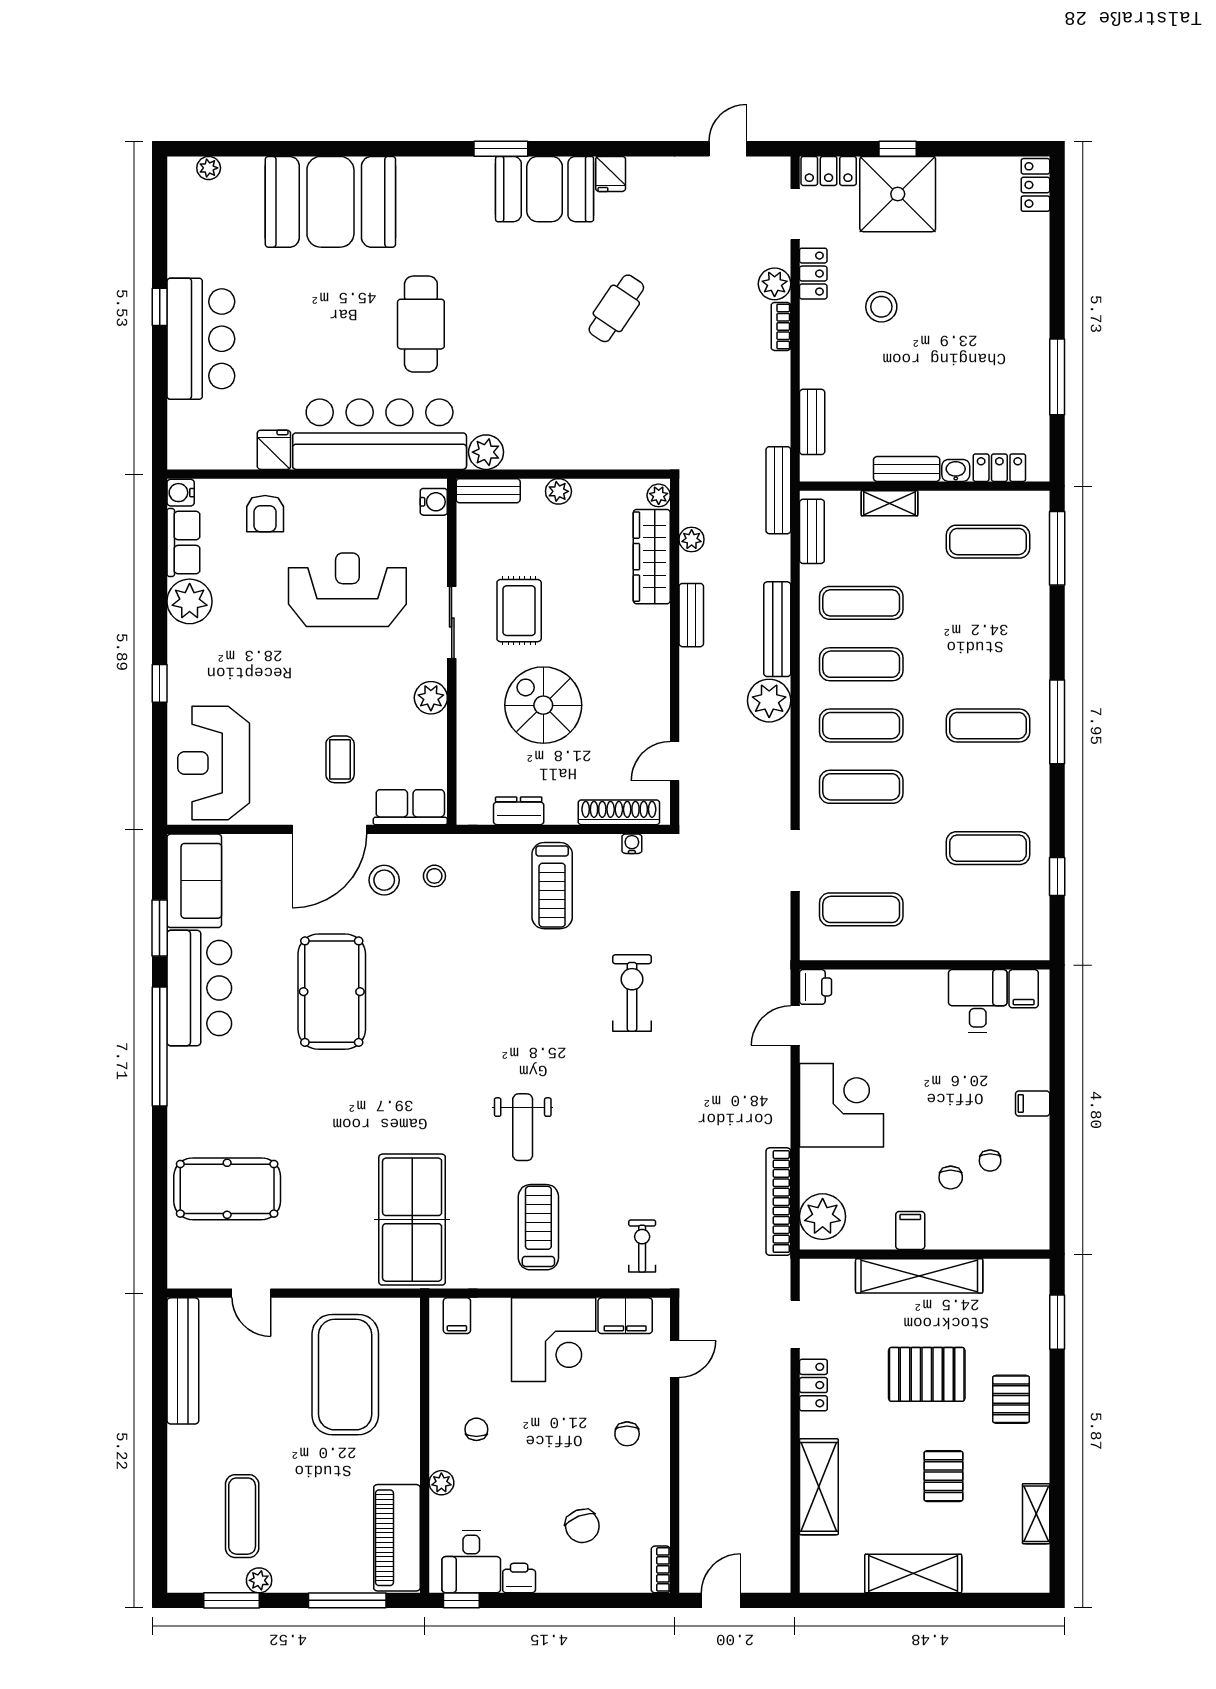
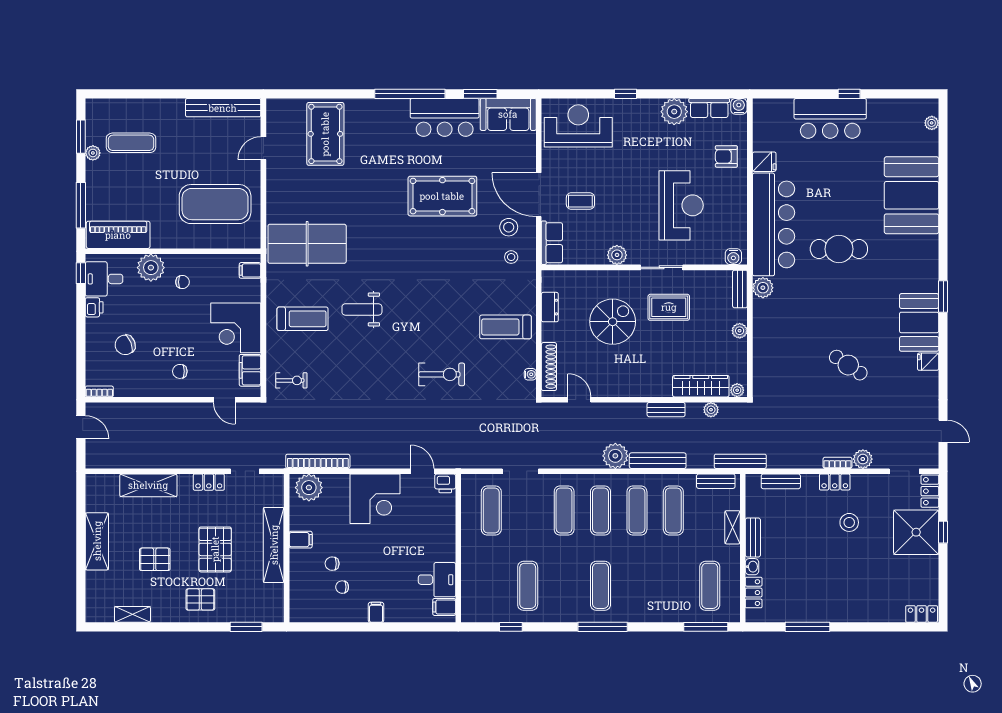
locker: (813, 274) -> (835, 482), moved
plant: (441, 1483) -> (151, 268), width x1.87, depth x1.87

